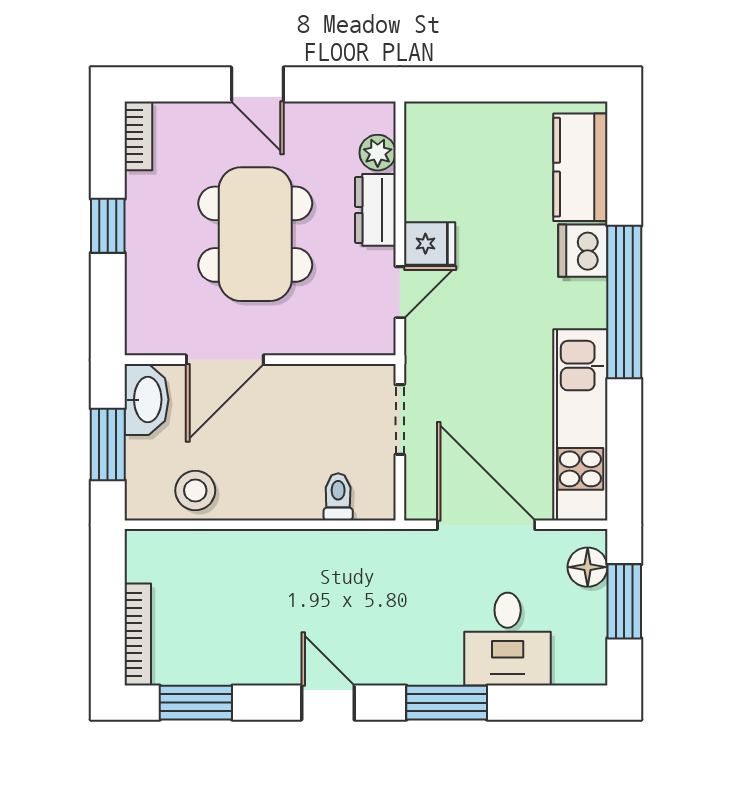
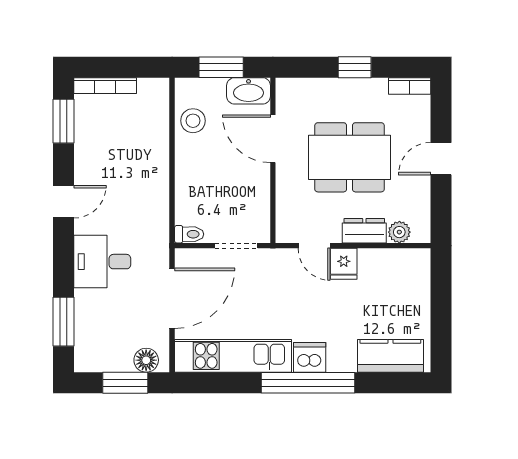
dishwasher: (583, 251) -> (310, 357), moved
toilet: (338, 497) -> (189, 234), moved
desk: (508, 639) -> (102, 262), moved
window: (447, 703) -> (63, 322), moved

